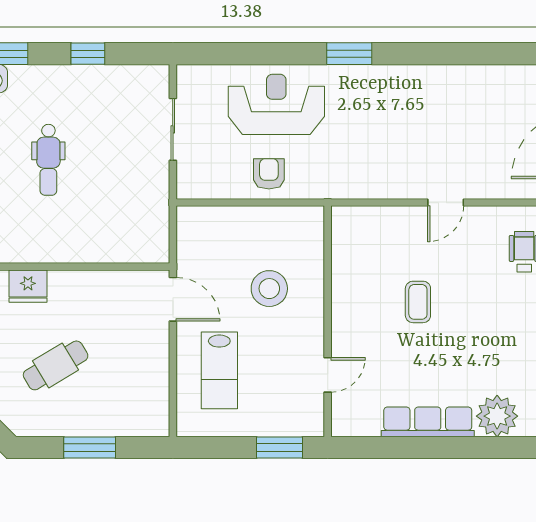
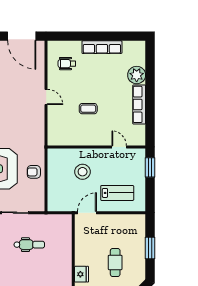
dental chair: (48, 160) -> (29, 245), moved
cafe table: (56, 365) -> (115, 262), turned 31

